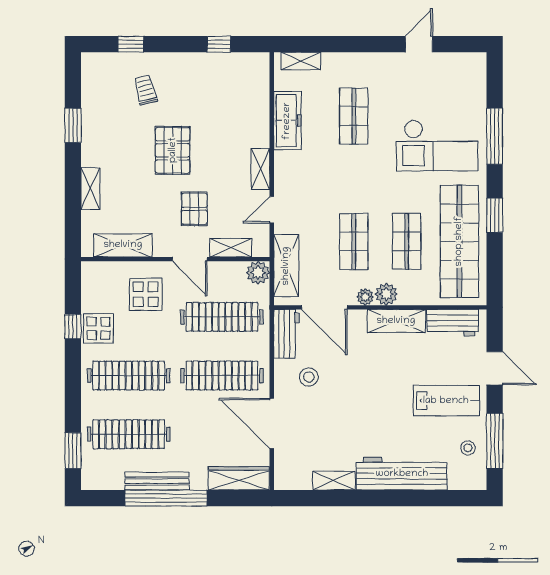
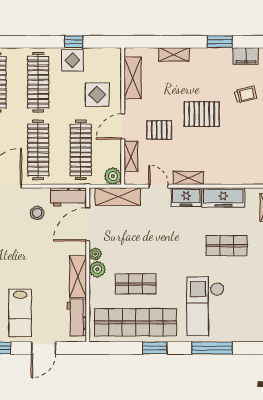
filing cabinet: (93, 90) -> (246, 56), added
freezer: (287, 172) -> (186, 197), added
shop shelf: (354, 241) -> (136, 246), removed

